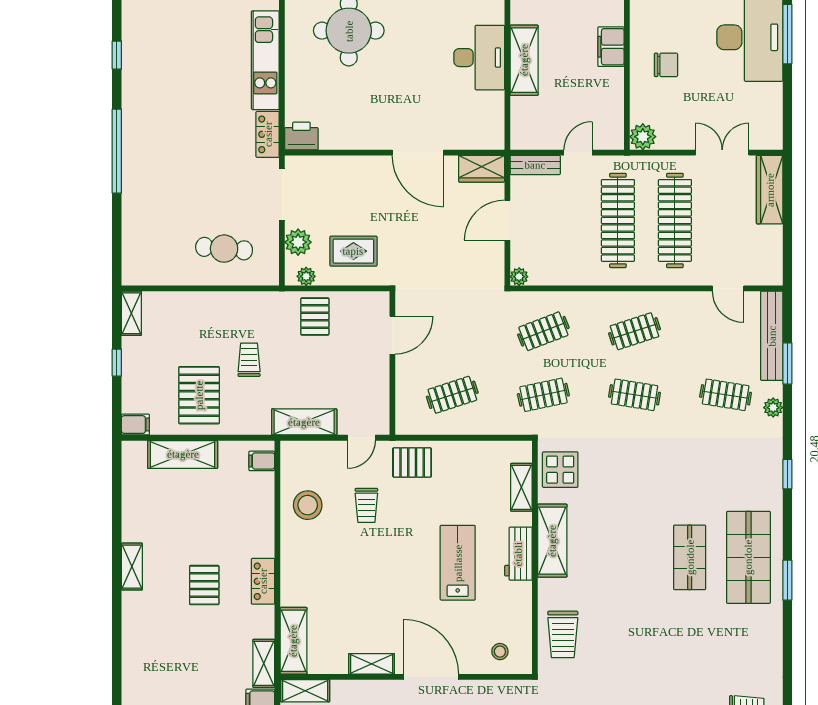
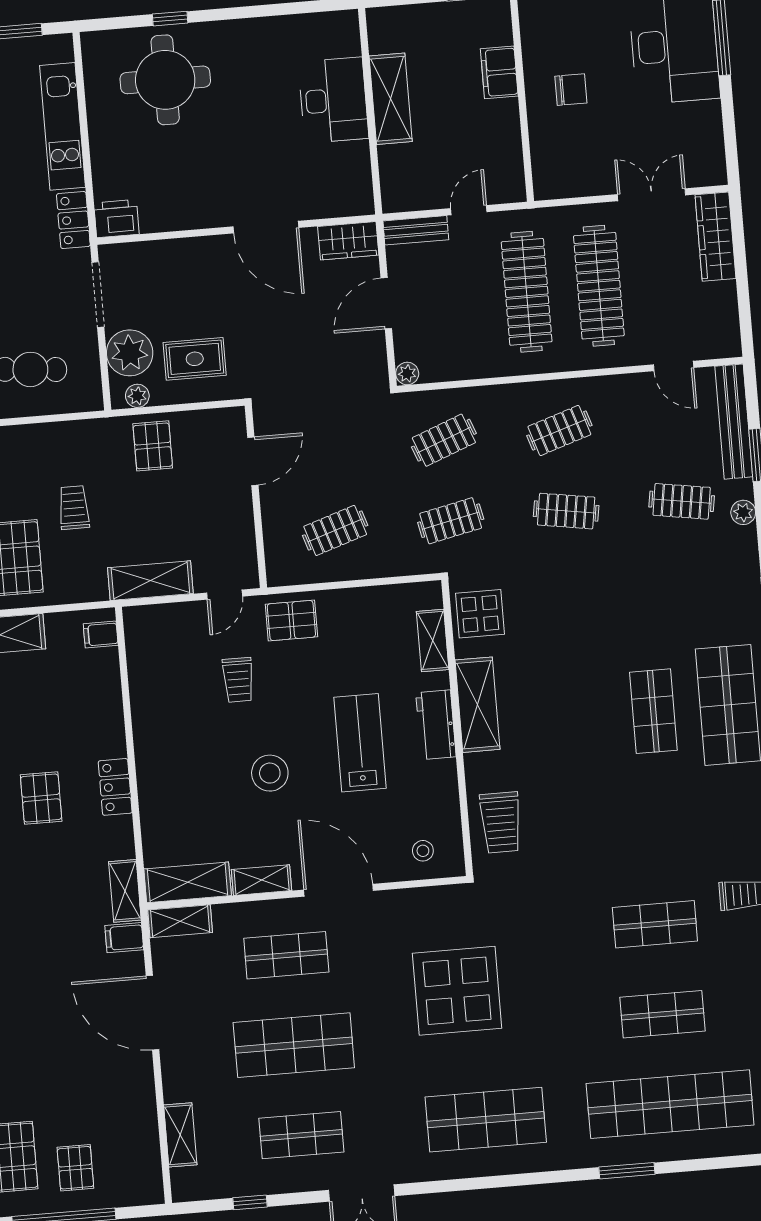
plant: (643, 137) -> (549, 183), removed
plant: (298, 242) -> (130, 353), width x1.36, depth x1.36
stool: (308, 505) -> (270, 773), moved
shelving: (293, 641) -> (188, 882), moved, turned 90

